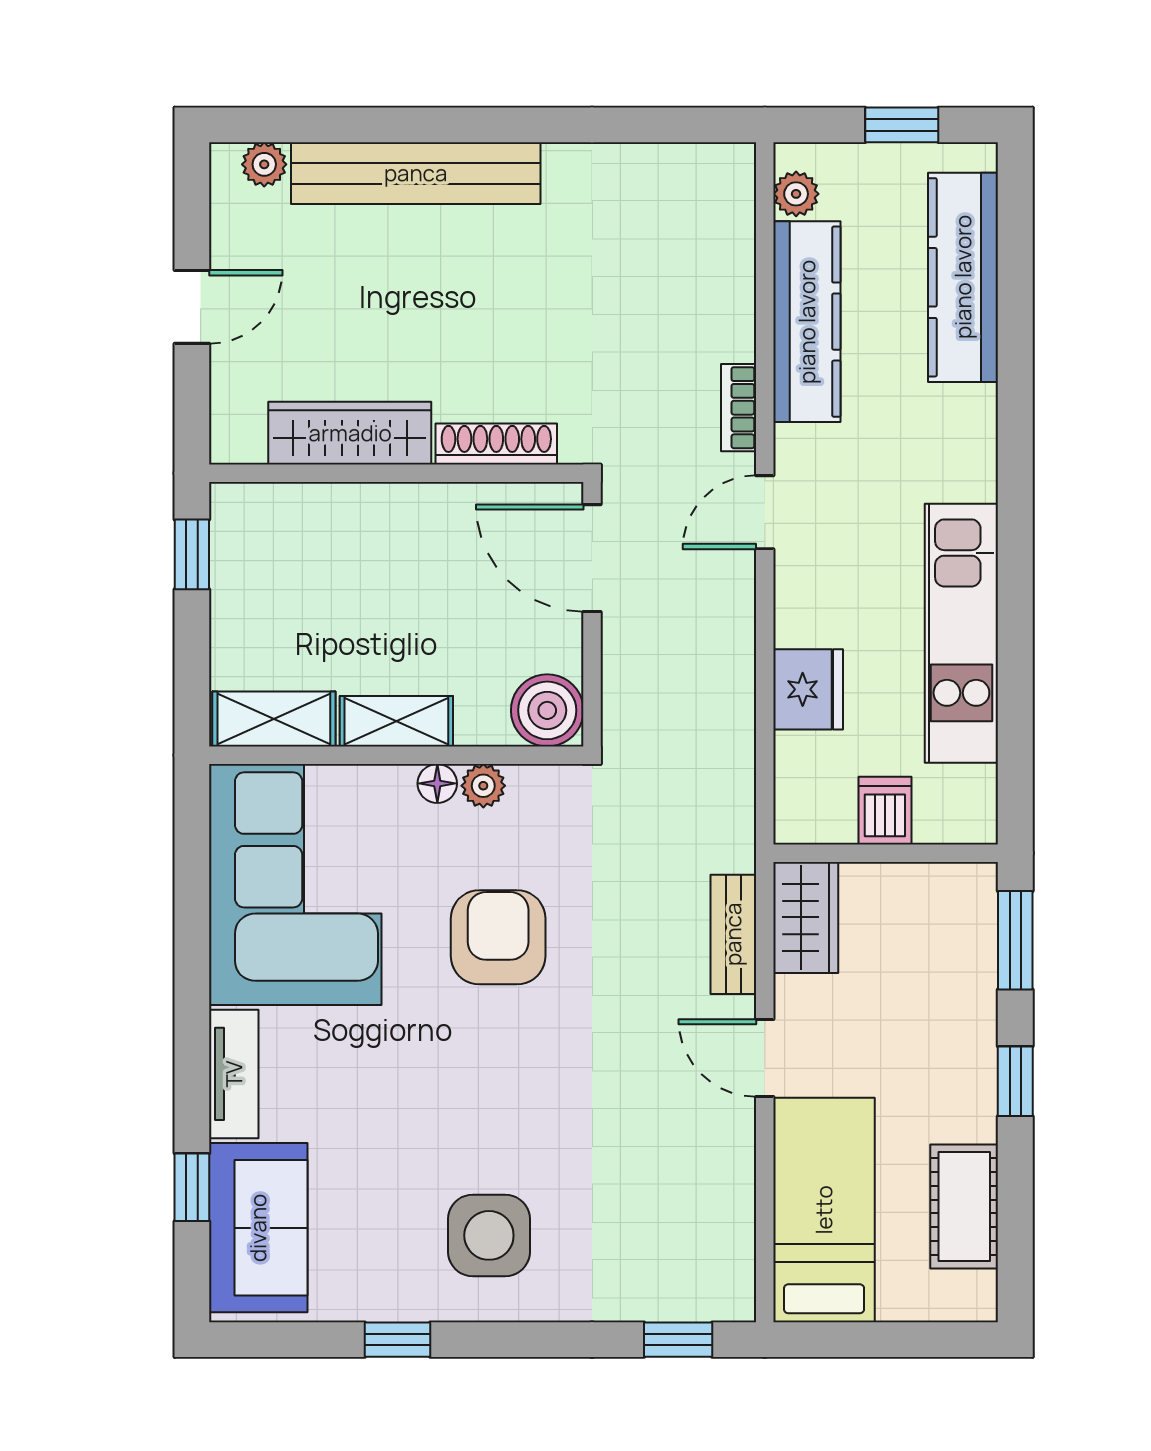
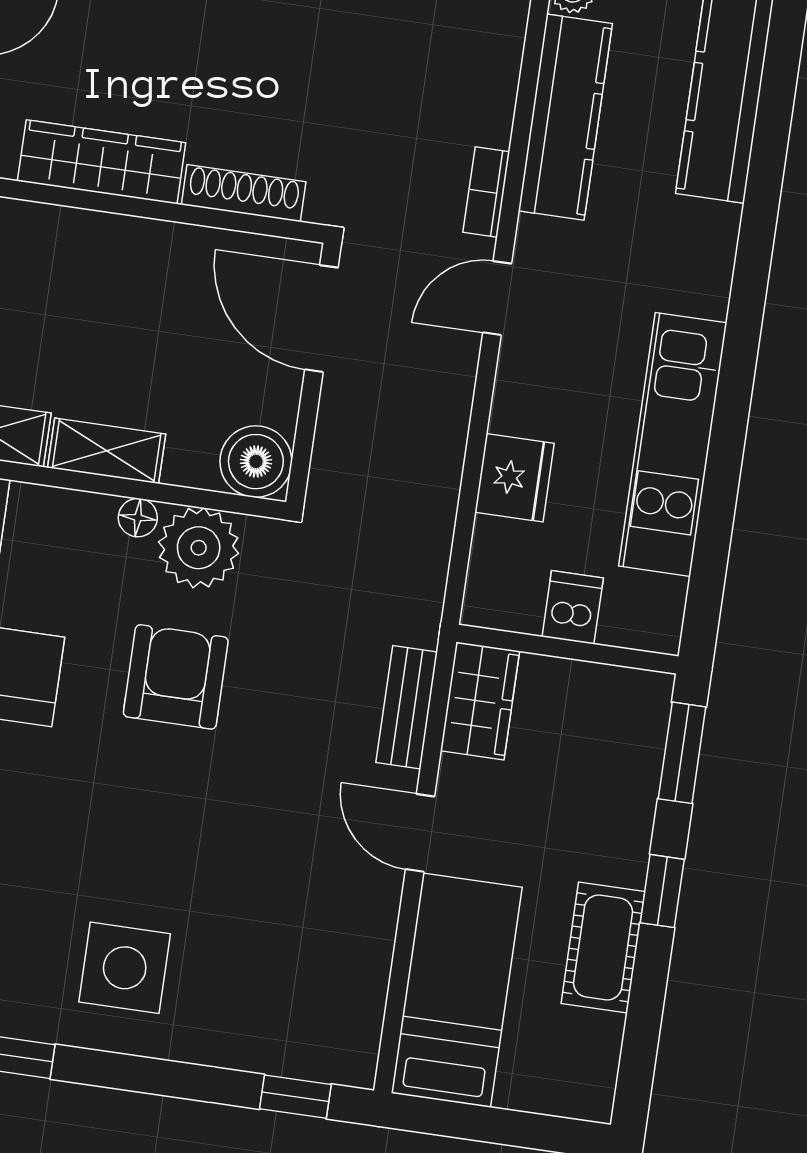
plant: (483, 786) -> (199, 548), width x1.87, depth x1.87
cot: (964, 1207) -> (603, 947), moved

